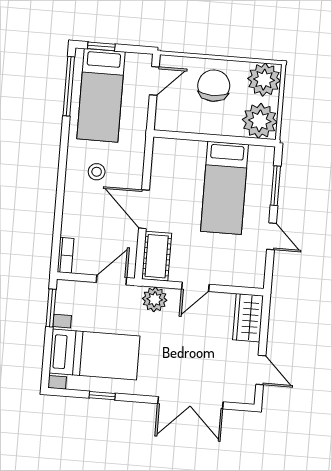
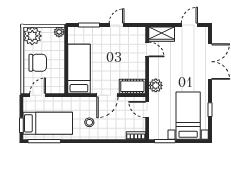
door: (154, 81) -> (38, 95), hinge flipped
chair: (214, 86) -> (38, 63), turned 180
plant: (260, 121) -> (59, 32), width x0.53, depth x0.53
bed: (224, 188) -> (79, 69), moved, turned -90
door: (195, 287) -> (147, 49), moved

